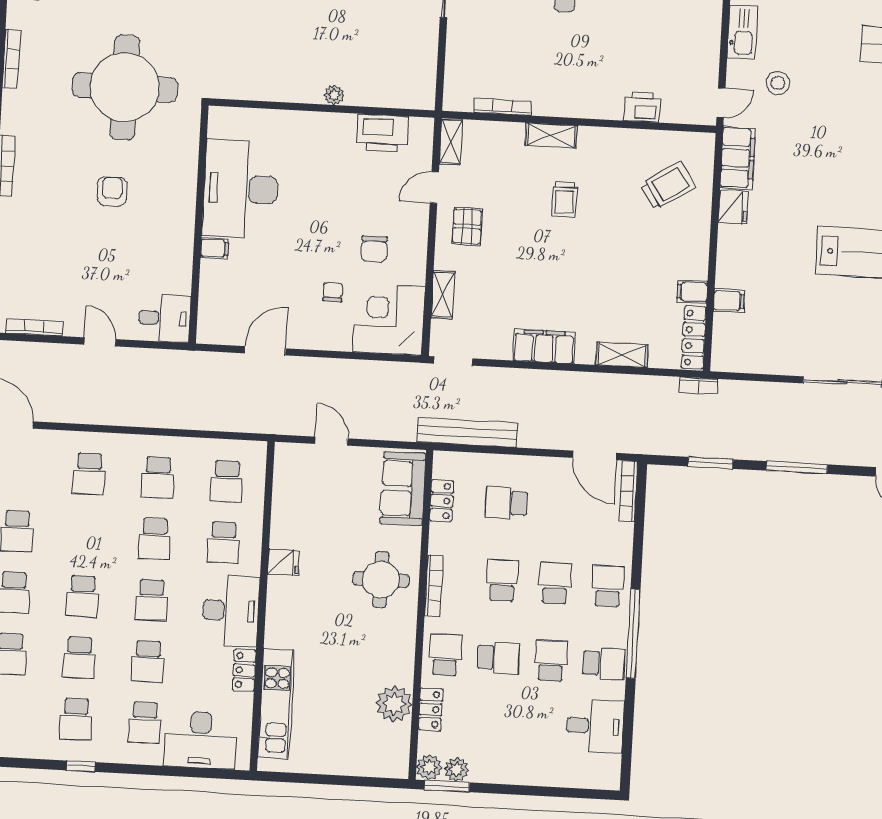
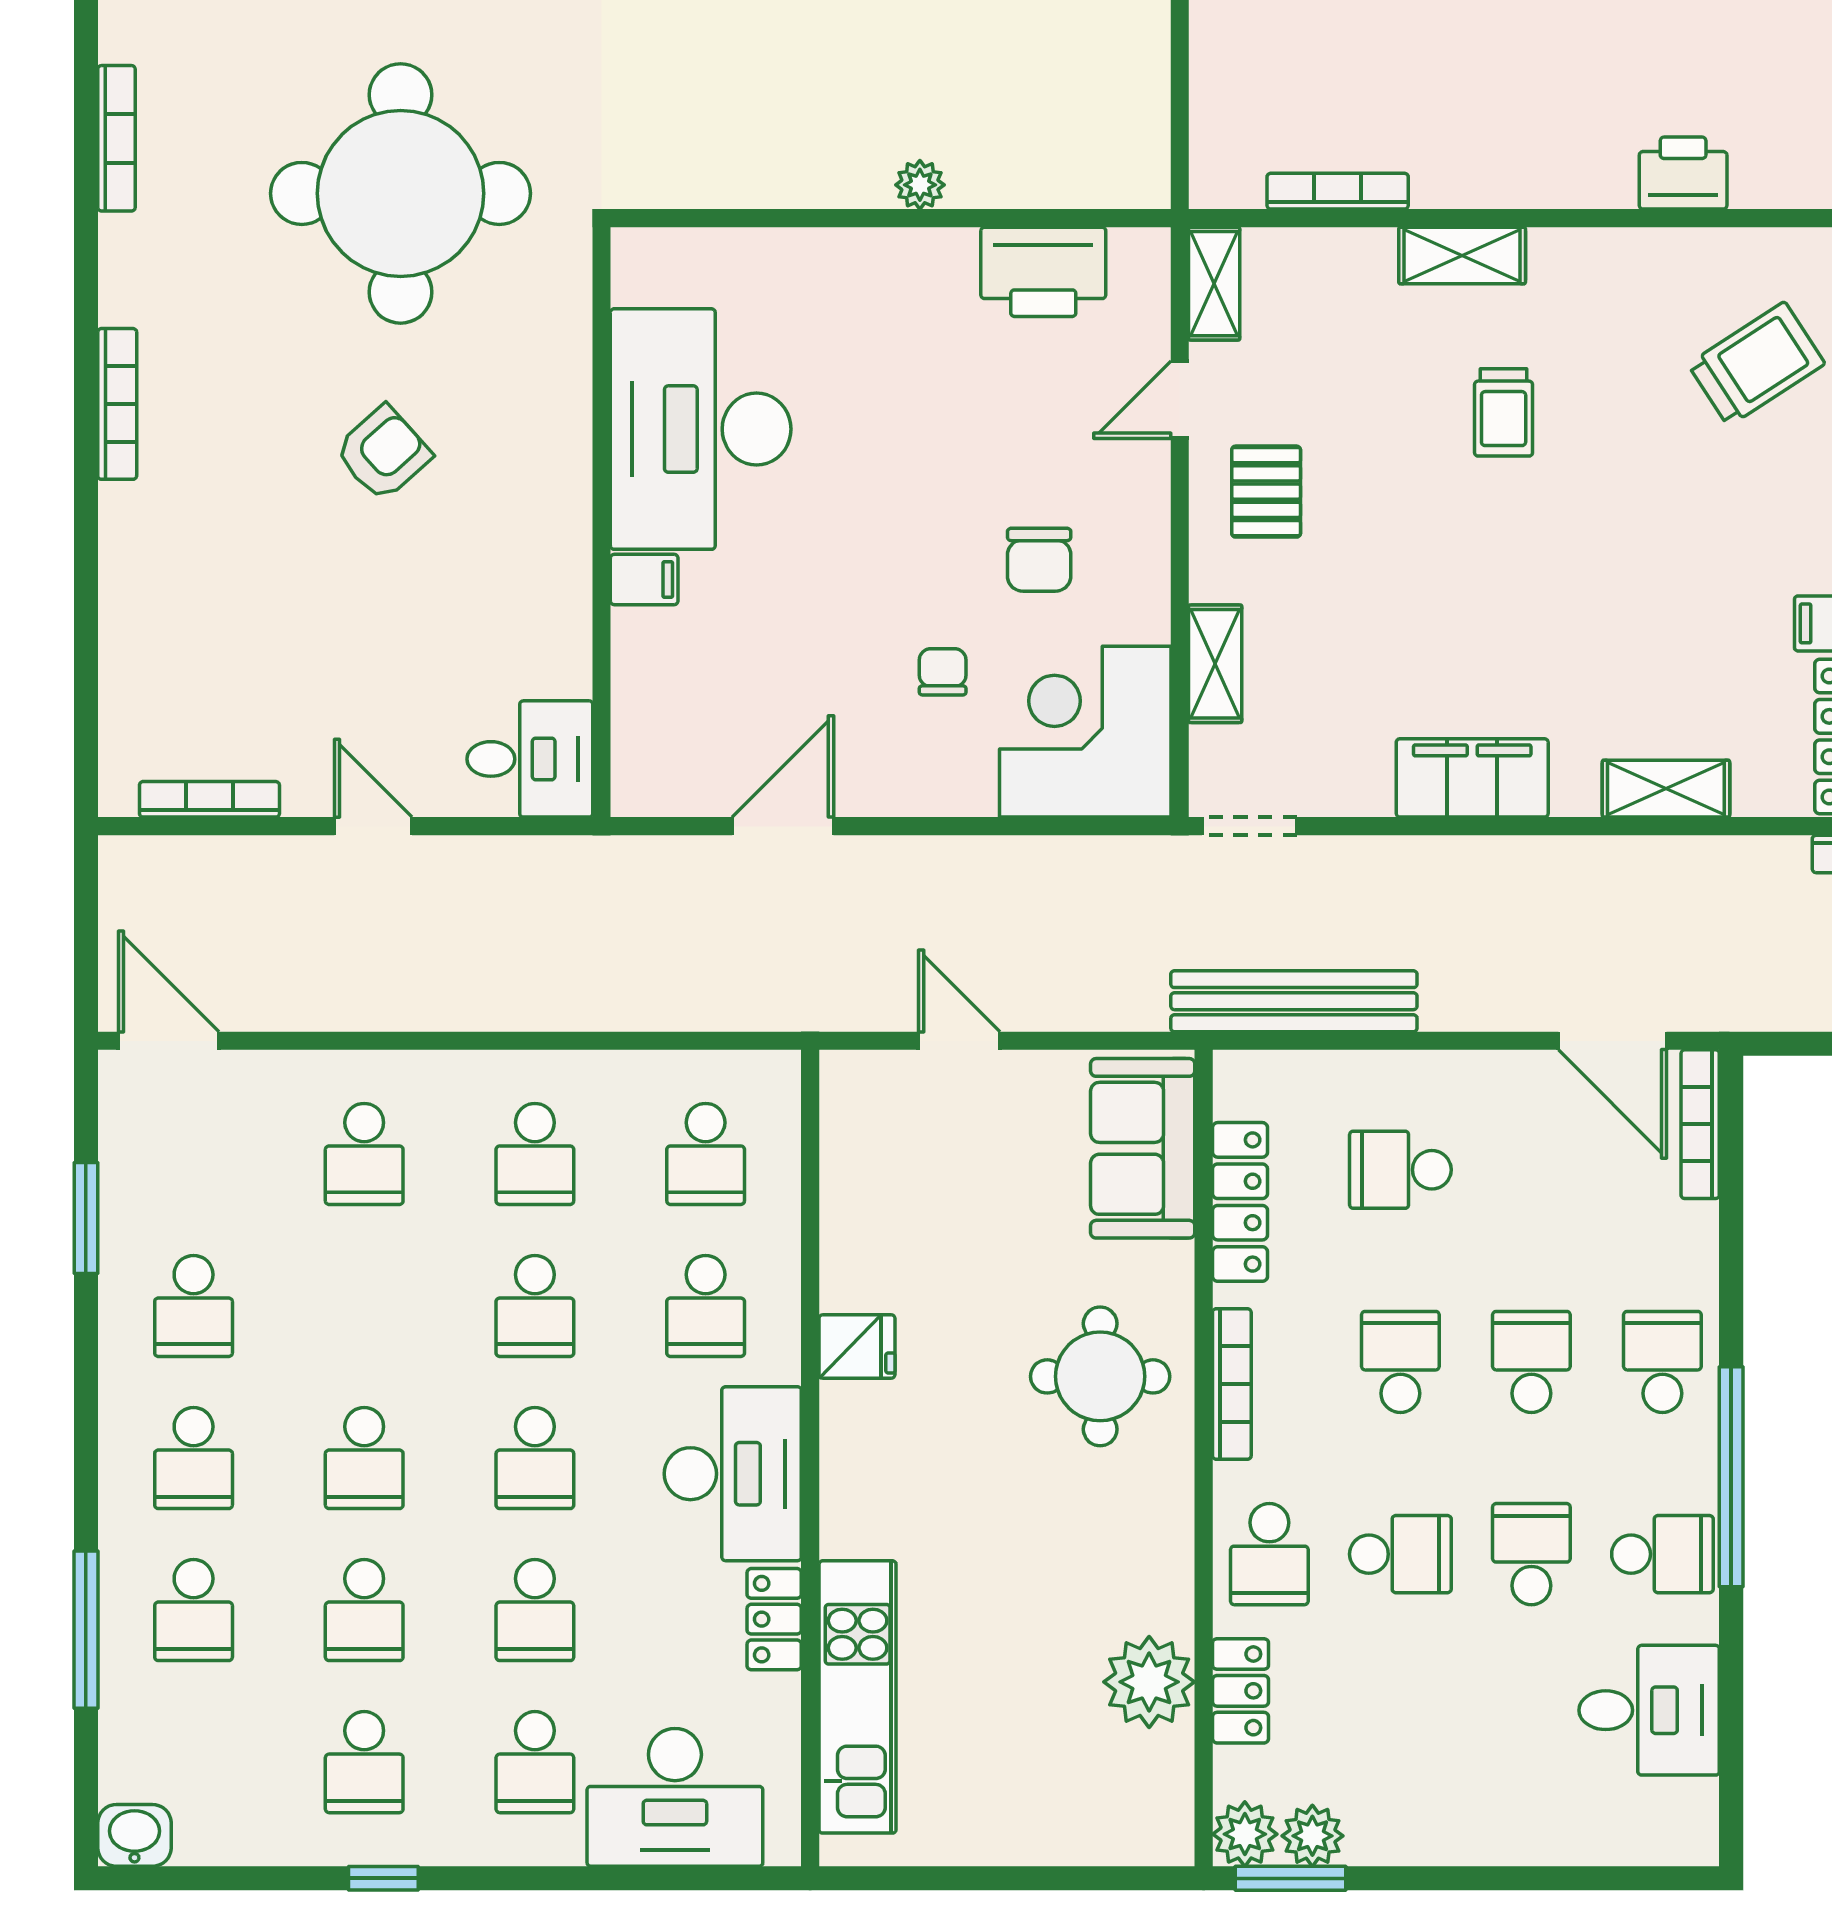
armchair: (112, 192) -> (383, 453), turned 48
locker: (442, 501) -> (1240, 1202), width x1.53
school desk: (445, 655) -> (1269, 1554), turned 180

